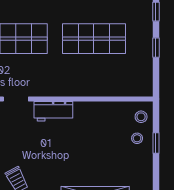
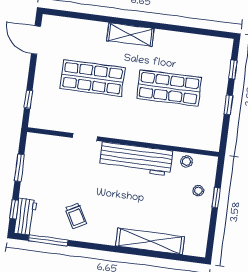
workbench: (53, 111) -> (136, 159), width x1.88, depth x1.32
stool: (141, 117) -> (186, 162), moved

